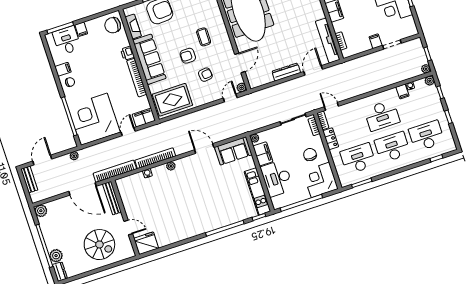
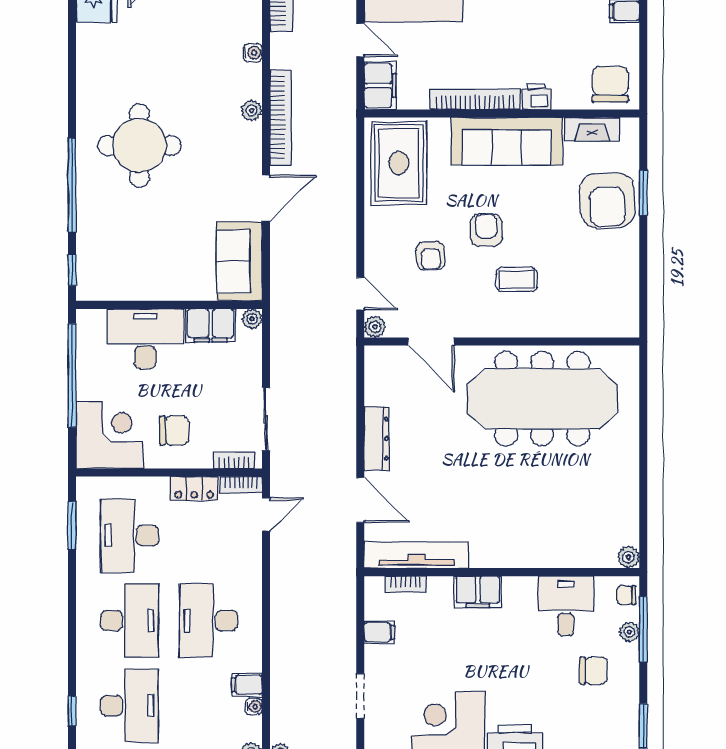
filing cabinet: (376, 41) -> (379, 632), moved
bookcase: (155, 158) -> (281, 117), moved
desk: (358, 159) -> (129, 536), turned 180
kitchen unit: (257, 191) -> (130, 286), removed
round table: (200, 206) -> (139, 146), added

